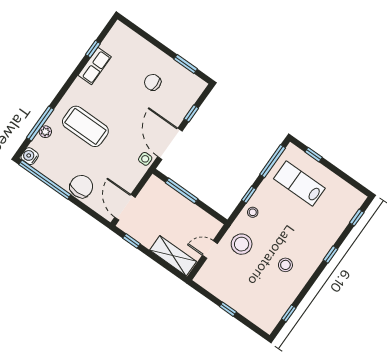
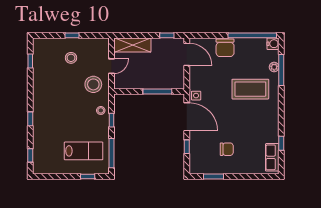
row of seats: (95, 66) -> (272, 157), moved
stool: (285, 265) -> (71, 58), moved

